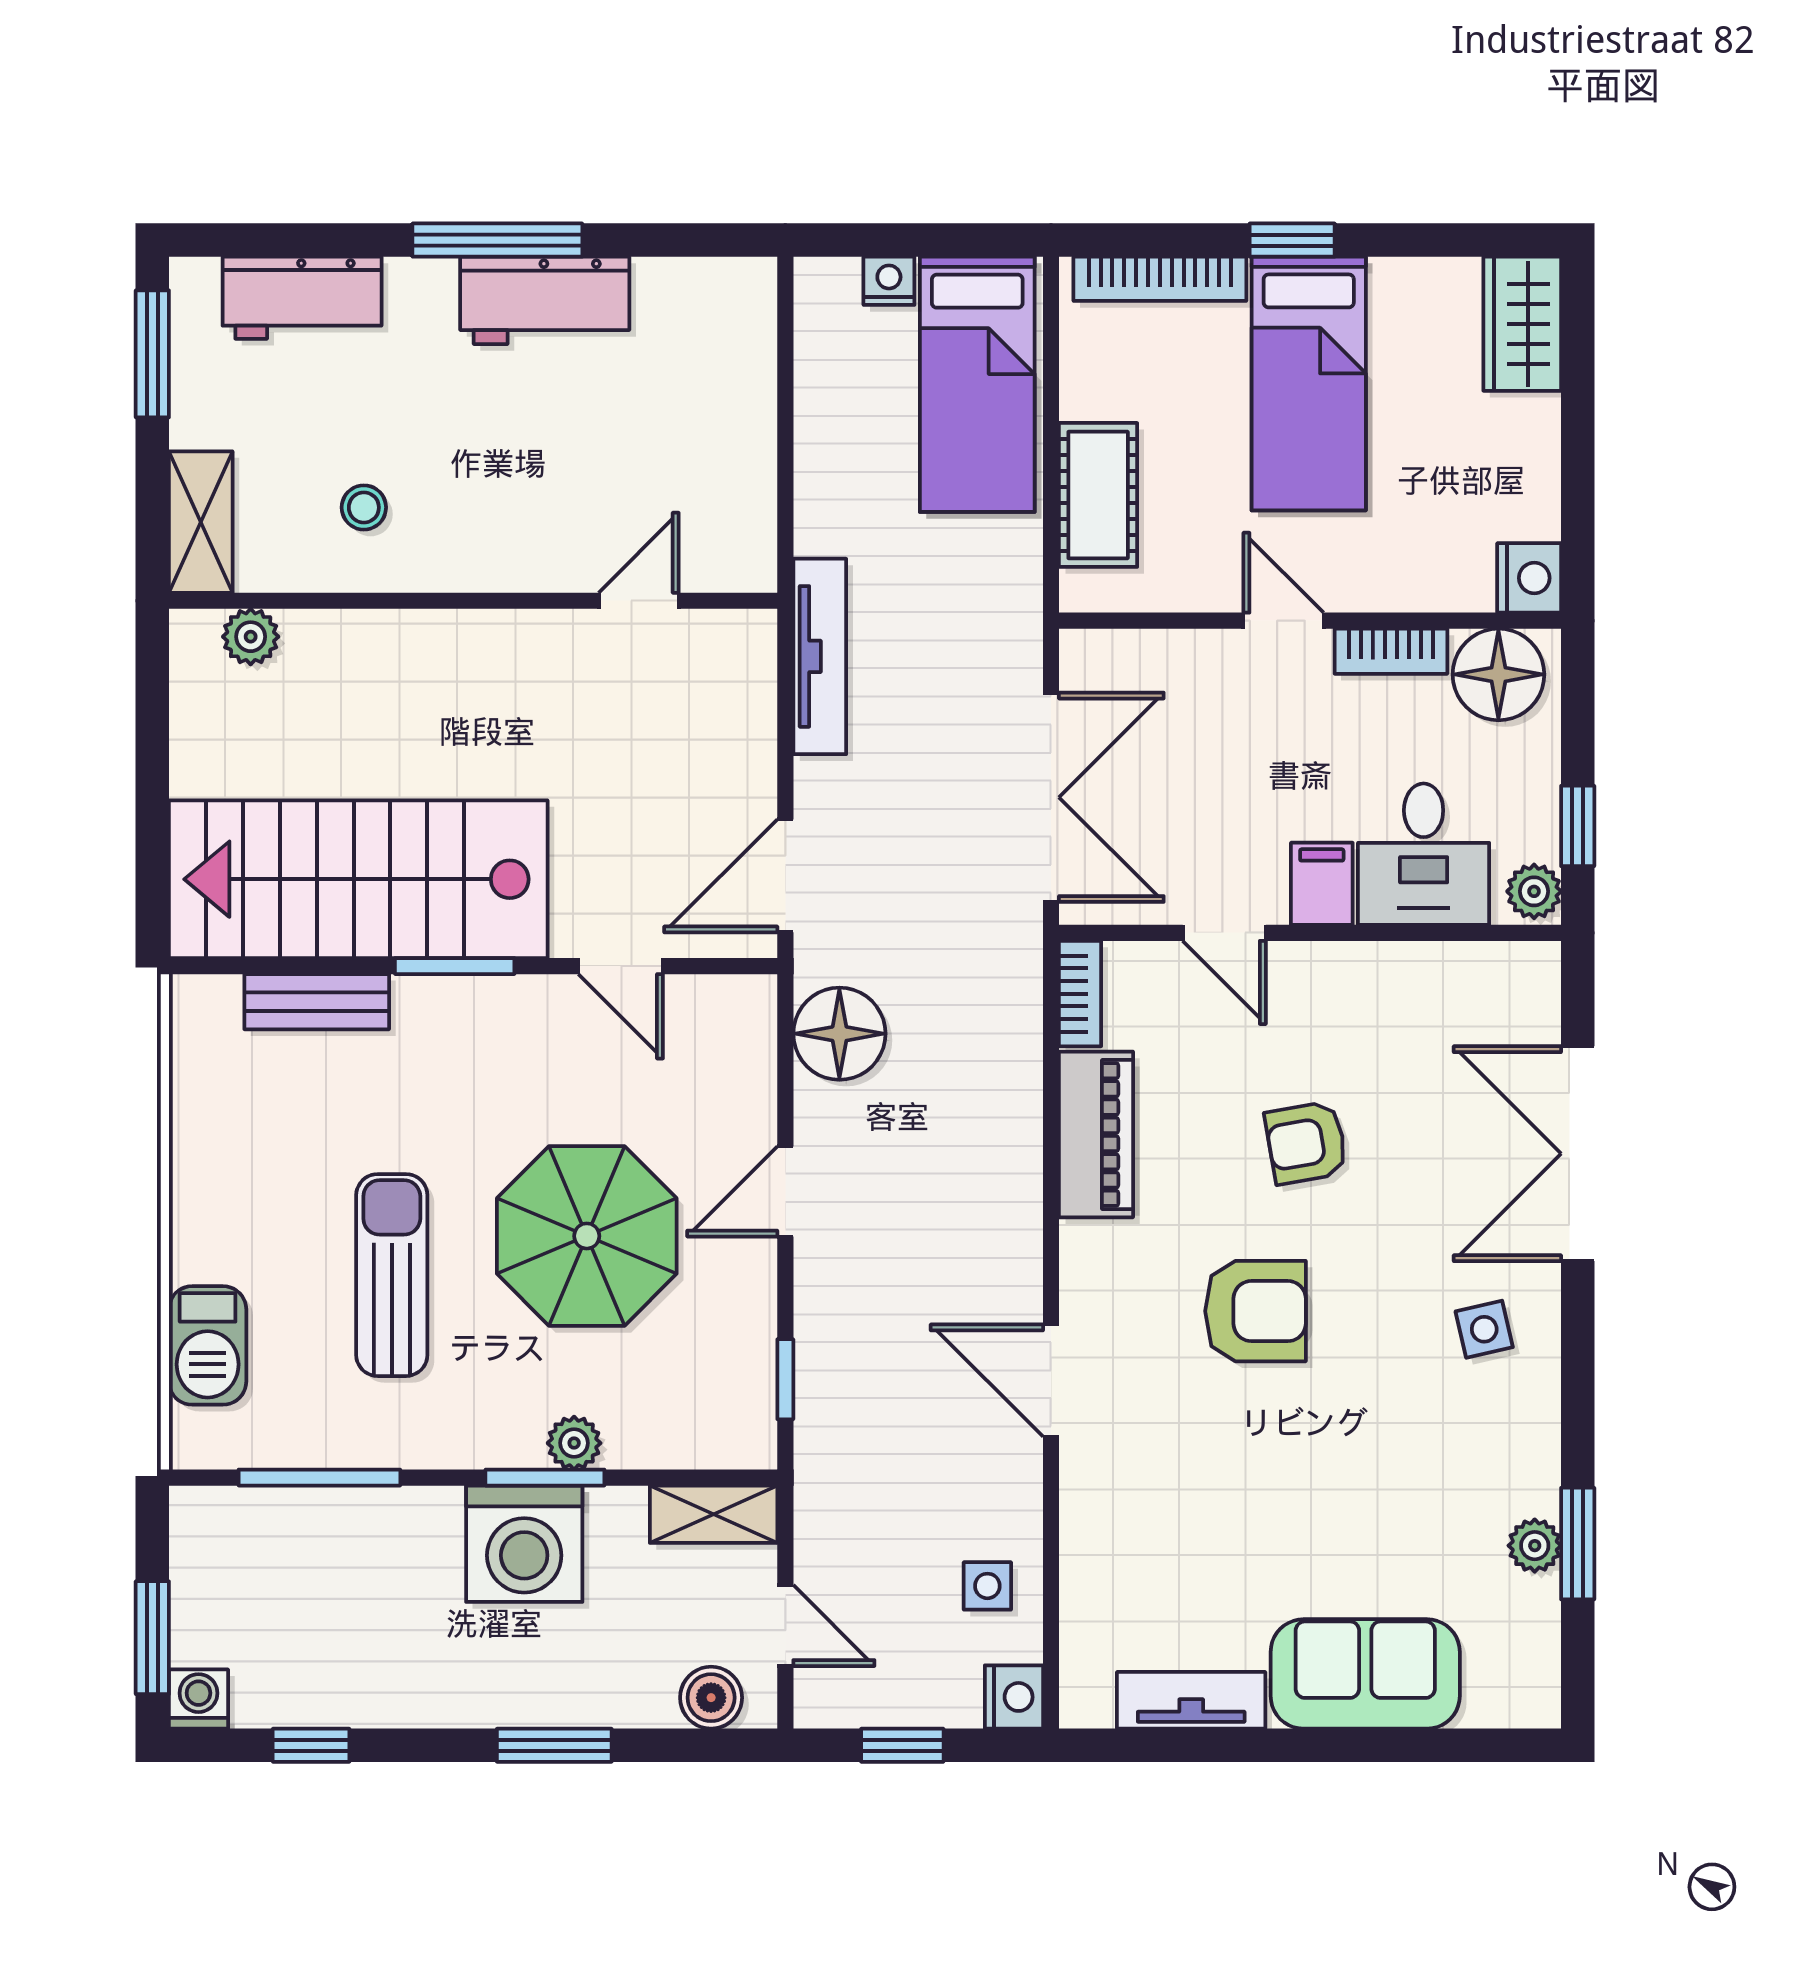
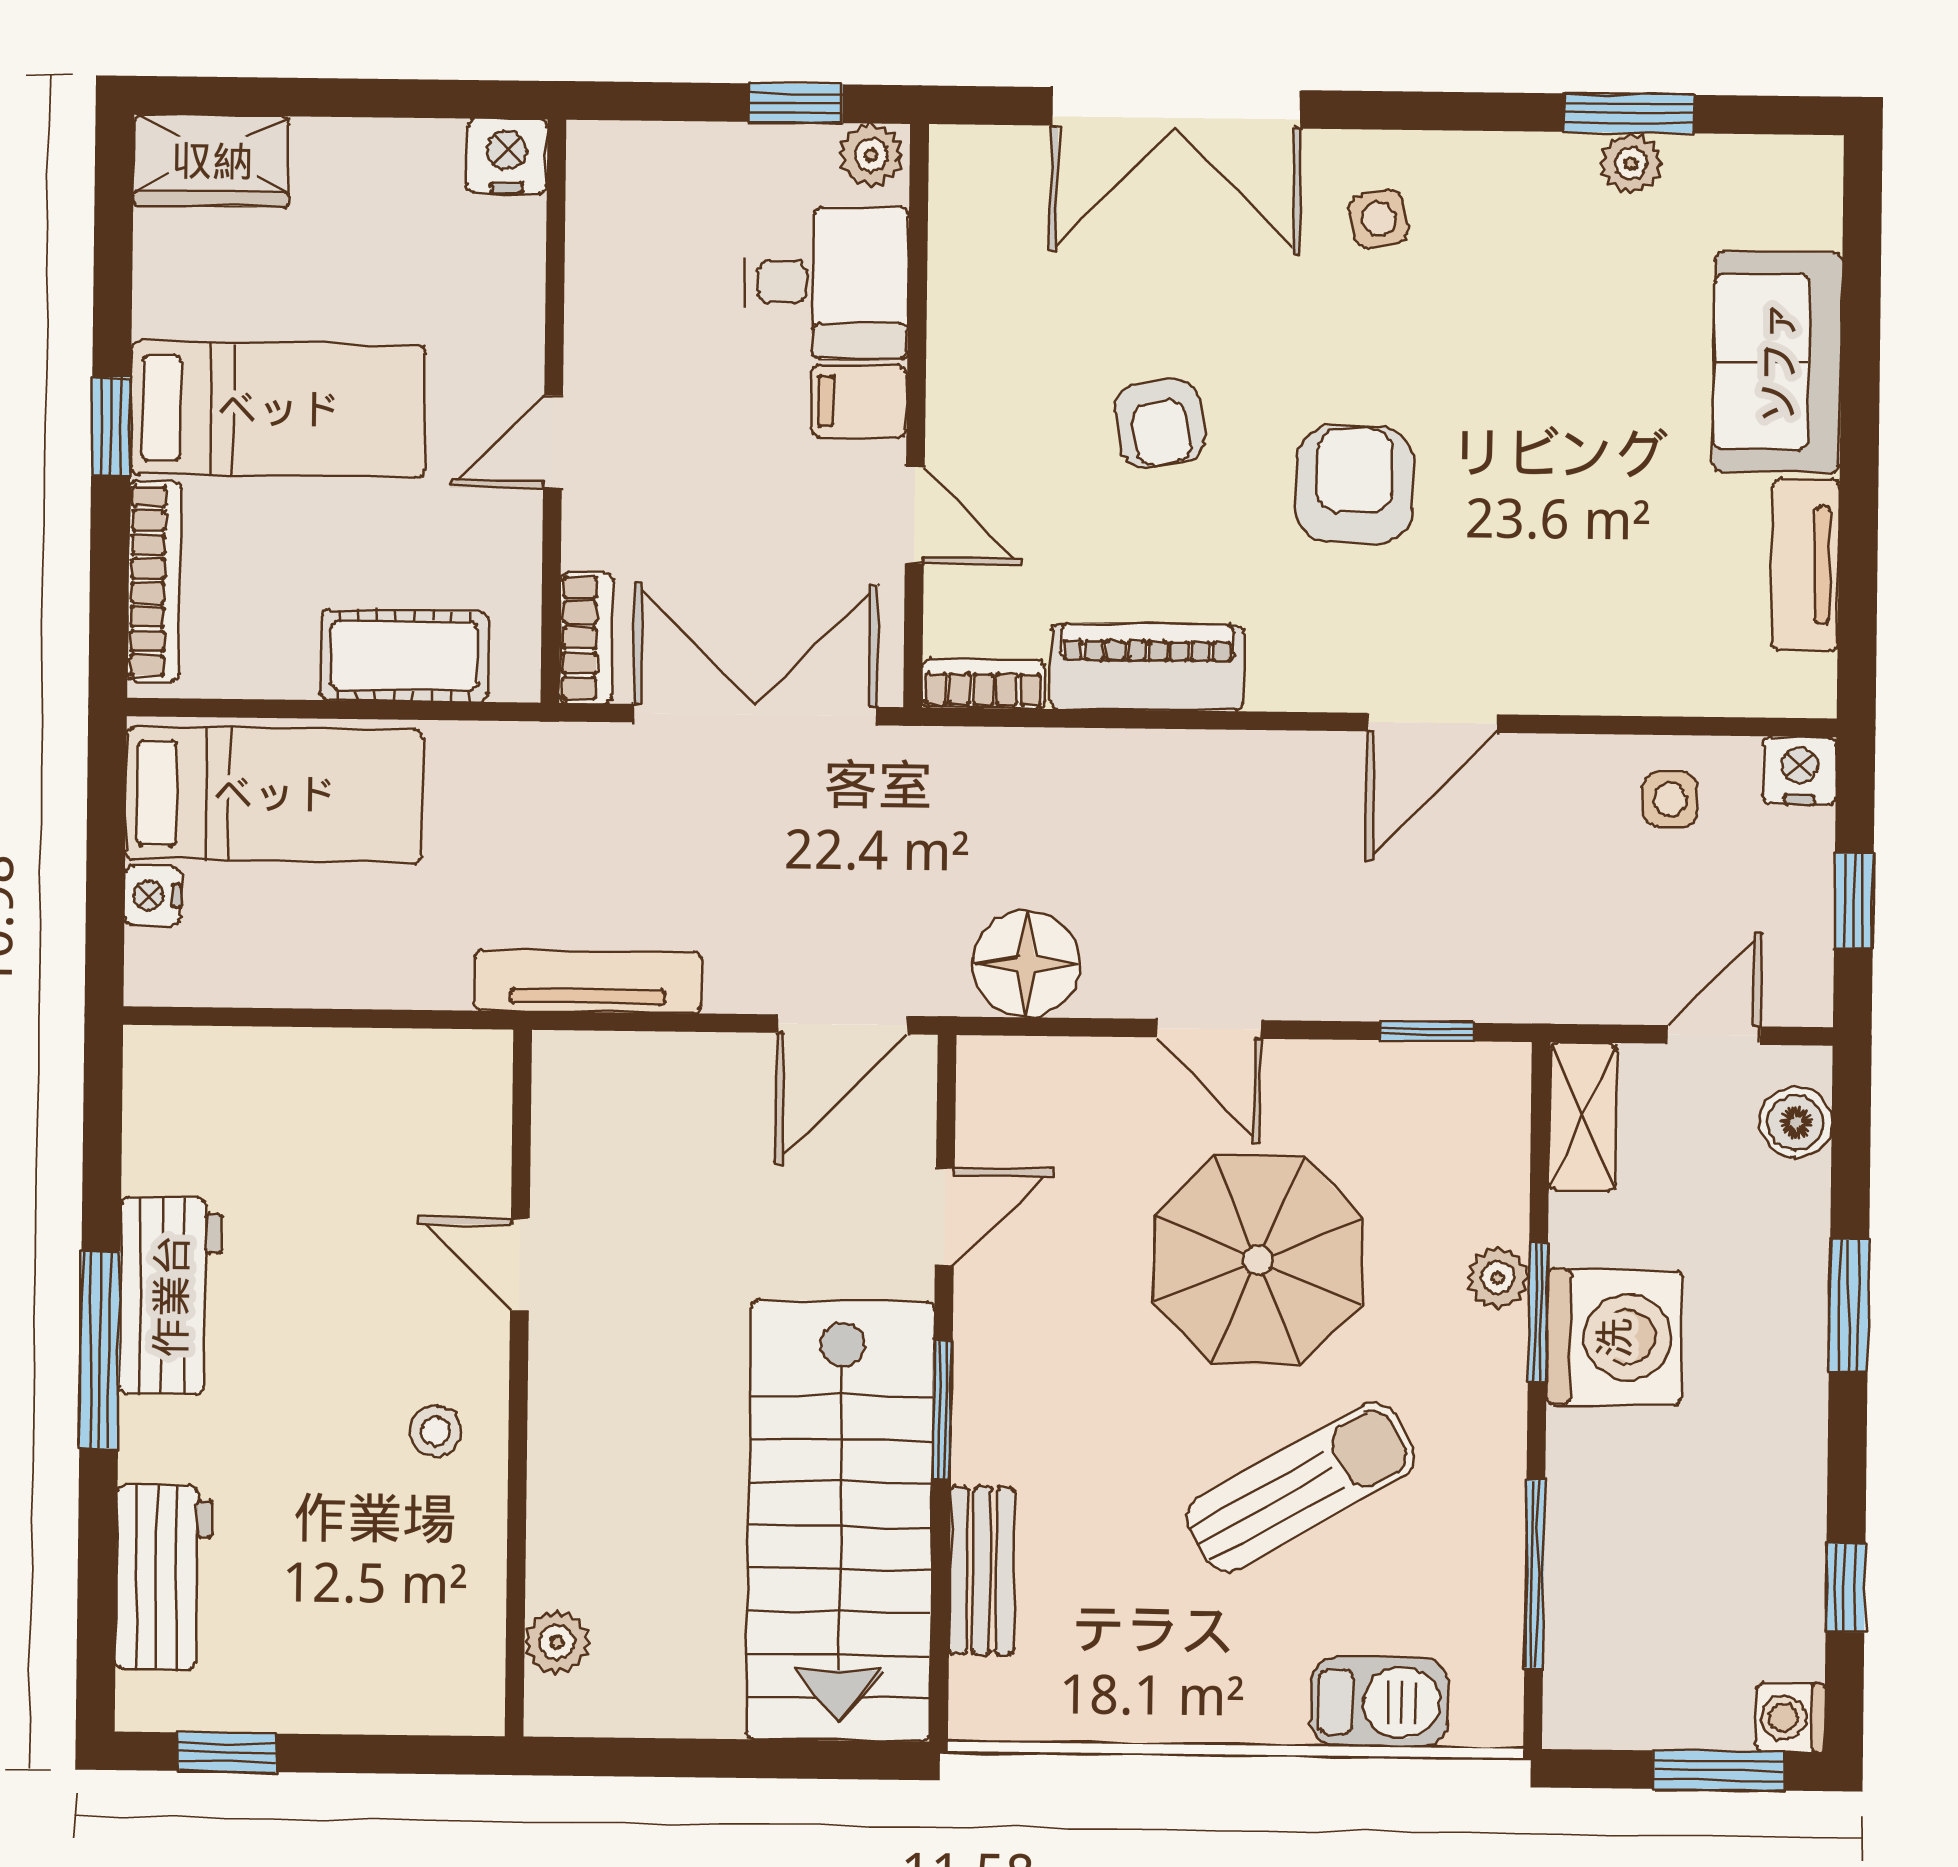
window: (152, 354) -> (227, 1752), width x0.67
stool: (364, 507) -> (436, 1431), moved
shelving: (201, 522) -> (423, 1698), removed
door: (639, 601) -> (520, 1265), moved
bookcase: (1391, 651) -> (586, 638), moved
floor lamp: (1498, 674) -> (619, 193), removed
door: (785, 876) -> (842, 1024), hinge flipped
door: (1224, 933) -> (915, 515), hinge flipped
sun lounger: (392, 1275) -> (1300, 1487), turned 150

